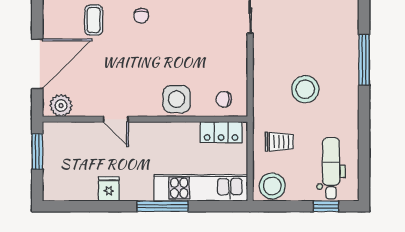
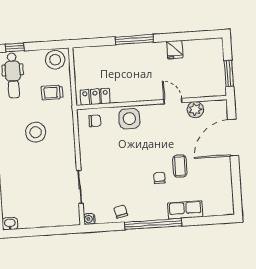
coffee table: (94, 20) -> (180, 166), moved
plant: (61, 106) -> (195, 110), moved
kitchen unit: (201, 188) -> (107, 55), removed

